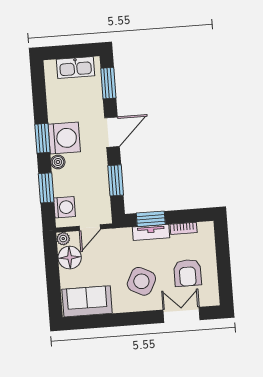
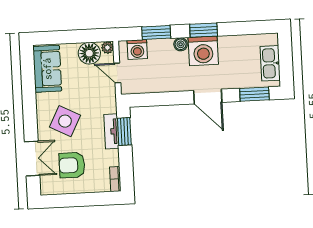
window: (116, 180) -> (162, 99), removed
bookcase: (184, 228) -> (115, 179), moved

